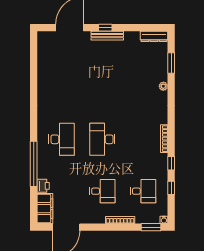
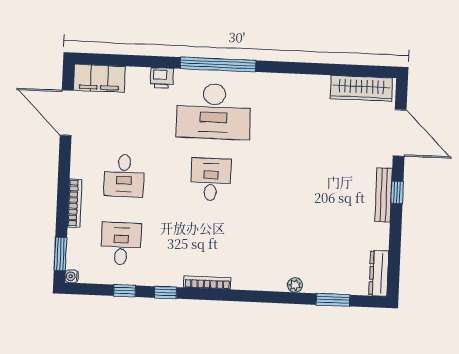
wardrobe: (44, 52) -> (361, 88), added
desk: (62, 139) -> (214, 111), width x1.36, depth x1.30
desk: (102, 139) -> (211, 179), width x0.73
window: (34, 164) -> (218, 65), moved
printer: (43, 186) -> (162, 78), moved
desk: (143, 191) -> (121, 244), turned 180

